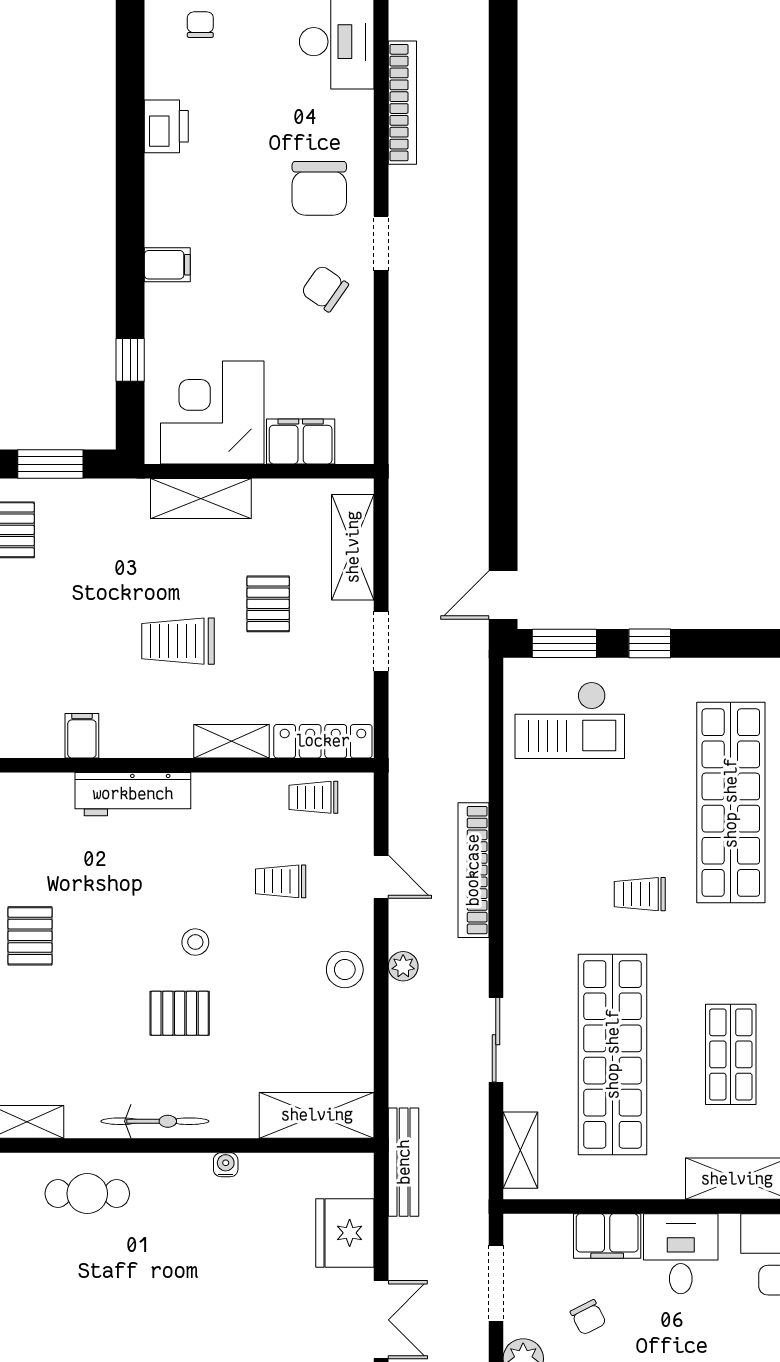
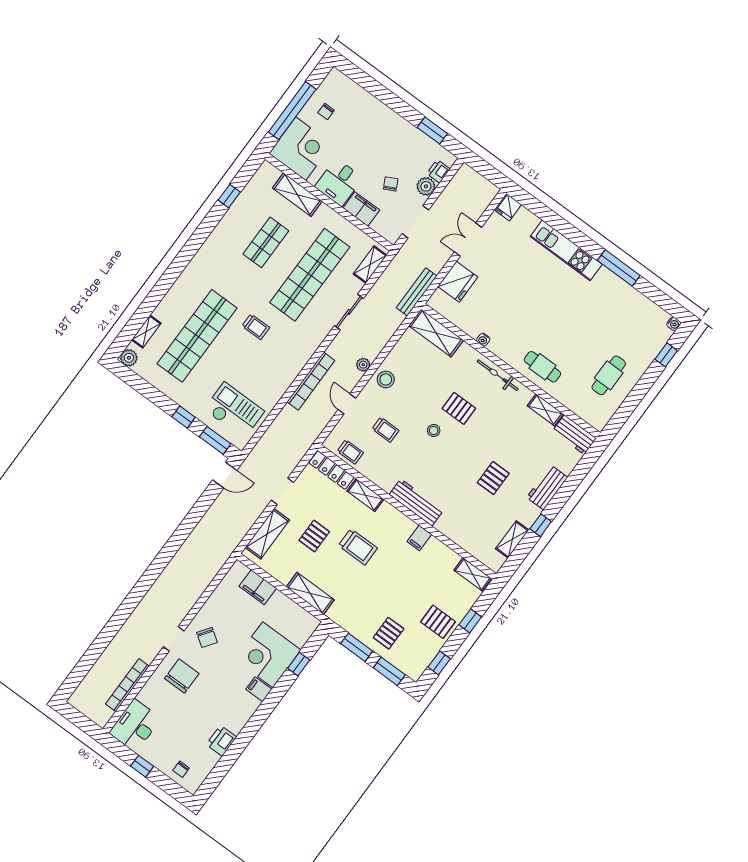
corner desk: (212, 412) -> (268, 655), moved, turned 90

